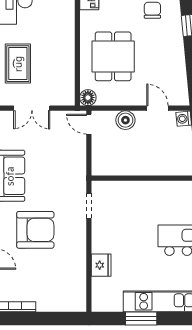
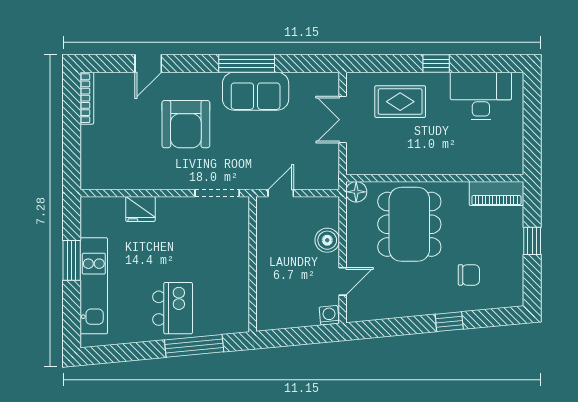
dining table: (113, 56) -> (409, 224), width x1.38
door: (89, 124) -> (281, 193), moved
doorway: (89, 206) -> (217, 193), width x1.38

